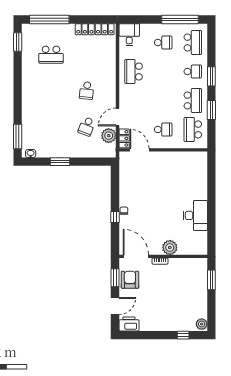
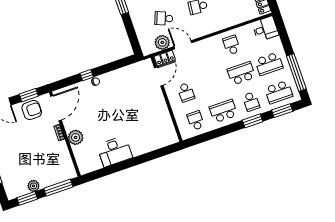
school desk: (163, 43) -> (269, 64), width x1.85
school desk: (134, 72) -> (232, 45), width x0.54
school desk: (163, 72) -> (241, 73), added
school desk: (193, 100) -> (223, 111), turned 180
window: (211, 110) -> (282, 111), moved
school desk: (193, 129) -> (196, 121), width x0.54
window: (211, 280) -> (58, 188), width x1.44
window: (211, 313) -> (27, 198), added
plant: (202, 324) -> (33, 186), moved

